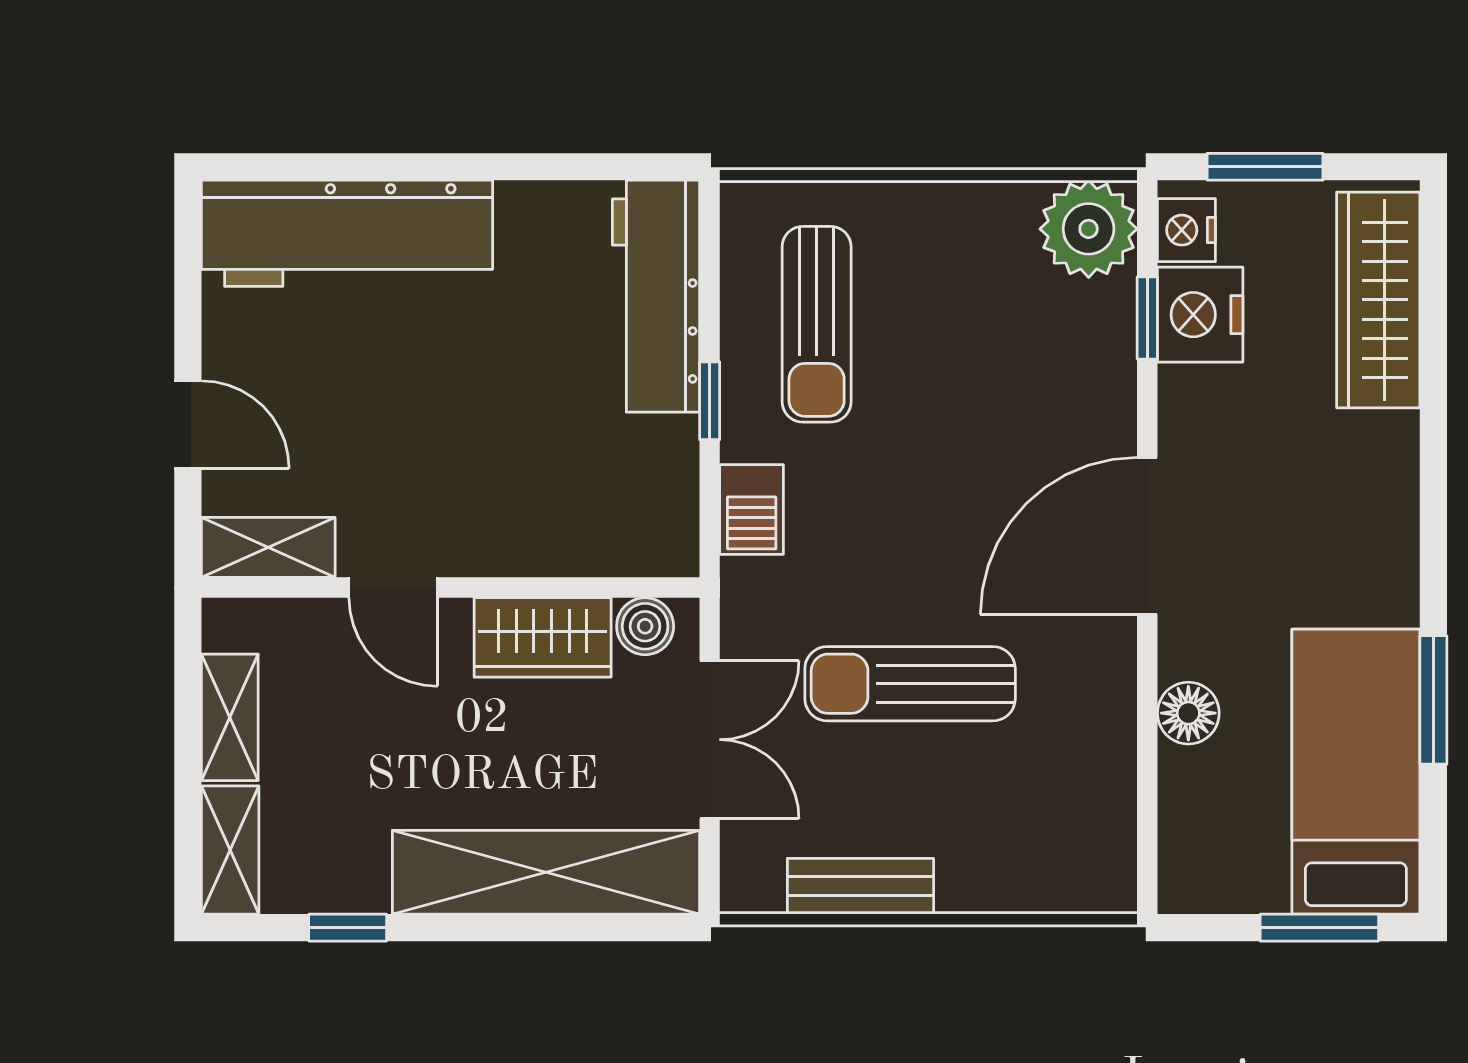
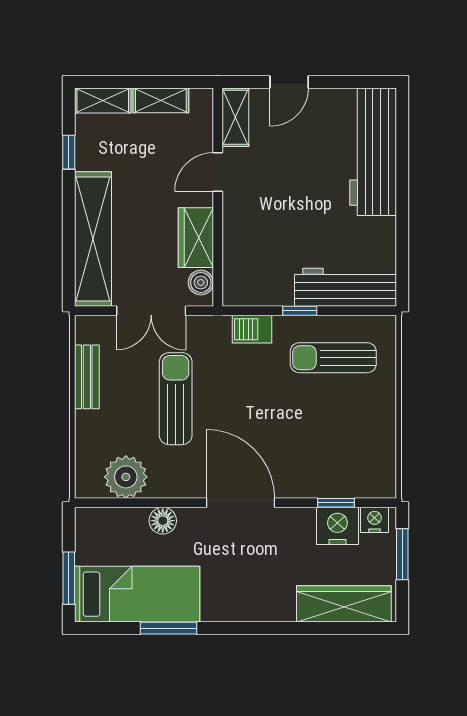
plant: (1089, 229) -> (126, 477), moved

